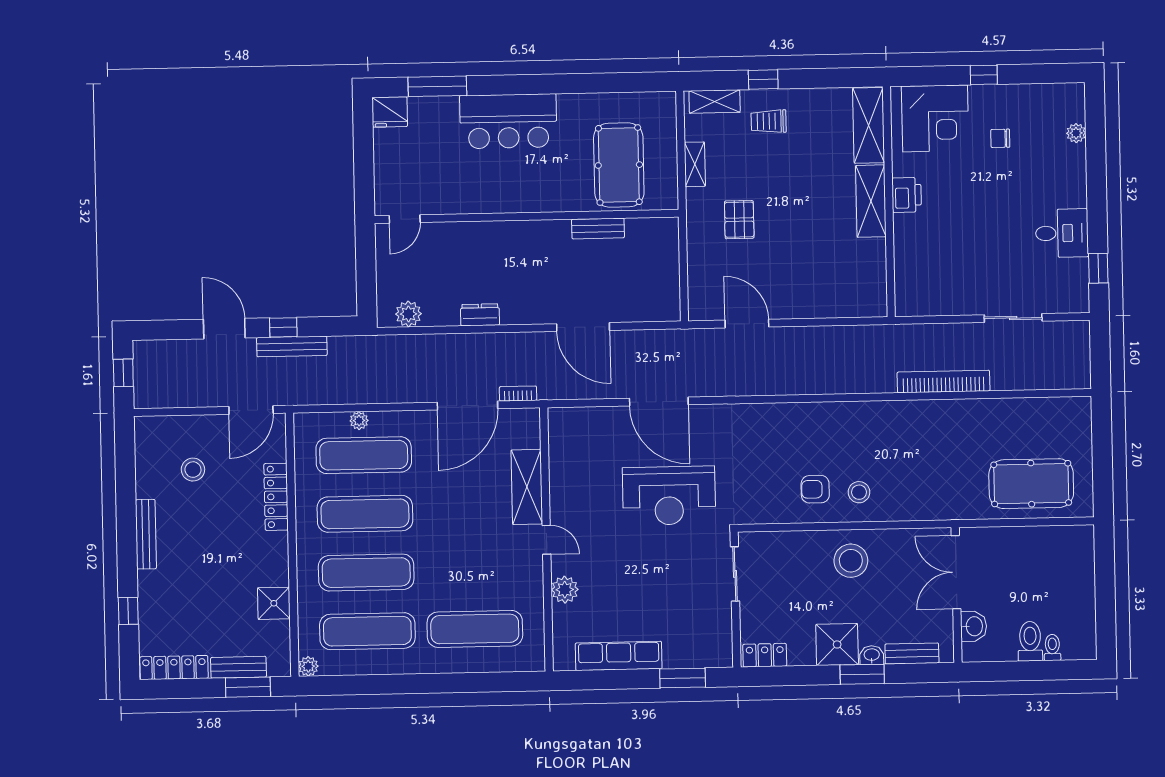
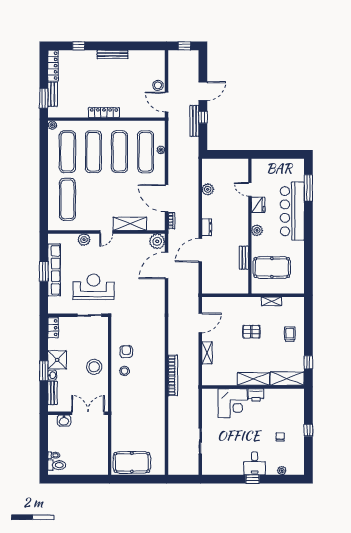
window: (763, 80) -> (308, 362), moved
shelving: (715, 101) -> (207, 353), moved
fridge: (390, 112) -> (258, 205), moved, turned 180
corner desk: (935, 118) -> (233, 403), moved, turned -90
bar counter: (508, 121) -> (292, 211), width x1.36
plant: (536, 200) -> (257, 230), added
door: (405, 219) -> (250, 189), moved
pallet: (739, 220) -> (251, 332), moved
desk: (1062, 233) -> (255, 463), moved
window: (1098, 268) -> (253, 479), moved
plant: (408, 314) -> (208, 189), moved
dresser: (480, 315) -> (207, 227), moved
bookcase: (943, 381) -> (173, 375), moved
door: (659, 402) -> (167, 265), moved
plant: (565, 425) -> (157, 241), added
stool: (193, 470) -> (158, 85), moved
pool table: (1031, 484) -> (132, 462), moved, turned 90
reception desk: (669, 496) -> (94, 287), moved, turned 90
locker: (276, 497) -> (104, 112), moved
shower: (274, 603) -> (81, 110), removed
toilet: (1030, 641) -> (57, 465), moved
row of seats: (619, 656) -> (54, 270), width x1.36
window: (683, 678) -> (44, 271), moved

